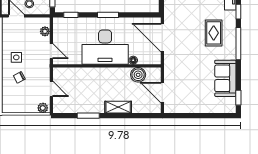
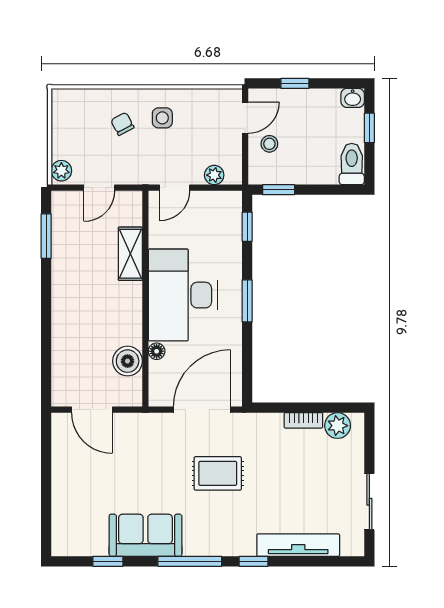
rug: (214, 33) -> (218, 473), moved
sofa: (225, 78) -> (145, 535), moved
door: (162, 93) -> (92, 410), swing flipped
window: (238, 98) -> (108, 561), moved
shelving: (118, 107) -> (130, 254), moved
window: (88, 116) -> (46, 236), moved

